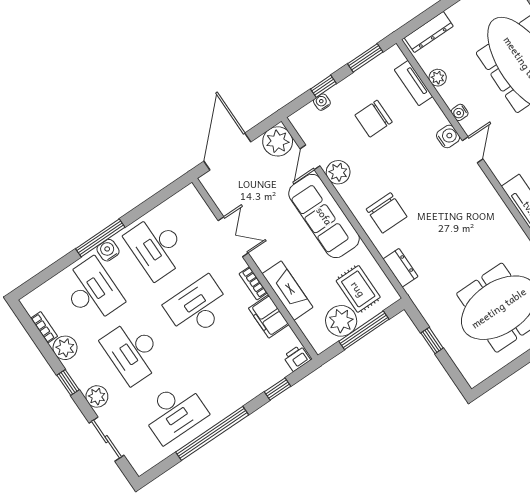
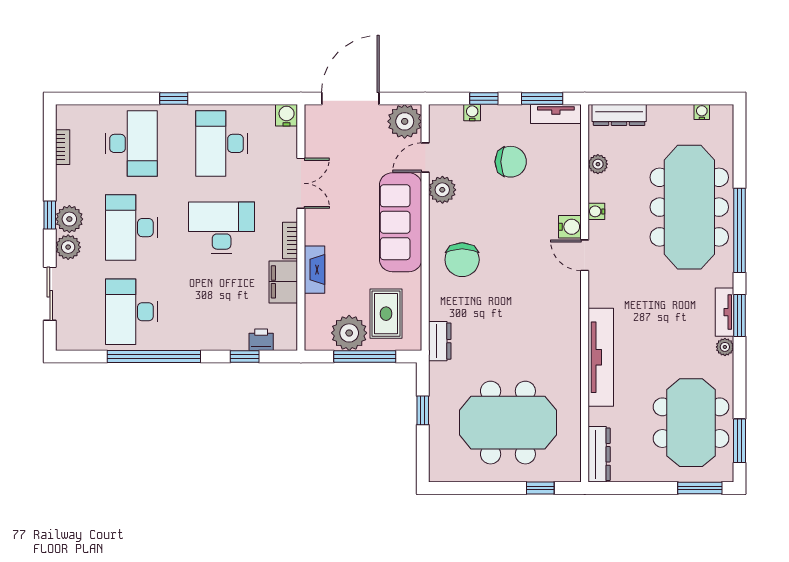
tv unit: (413, 83) -> (556, 114), moved, turned -90
chair: (374, 119) -> (511, 162), turned 180
door: (473, 150) -> (585, 255), swing flipped
window: (100, 238) -> (174, 99), width x0.46
water cooler: (108, 250) -> (287, 115), moved
dresser: (400, 268) -> (440, 341), moved
fireplace: (288, 291) -> (315, 270), width x0.73, depth x0.76
plant: (65, 348) -> (69, 219), moved
printer: (297, 358) -> (261, 340), moved
desk: (174, 412) -> (131, 312), turned 90

